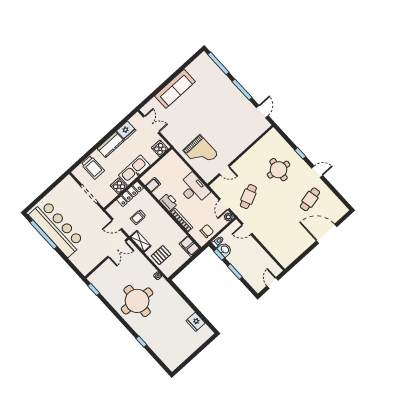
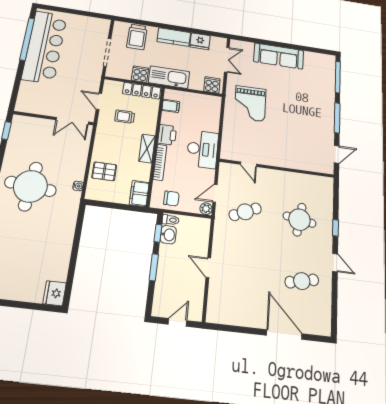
grand piano: (201, 152) -> (250, 104), moved
door: (247, 229) -> (208, 268), moved
shelving: (140, 241) -> (147, 149), moved
fridge: (196, 322) -> (55, 293), moved

